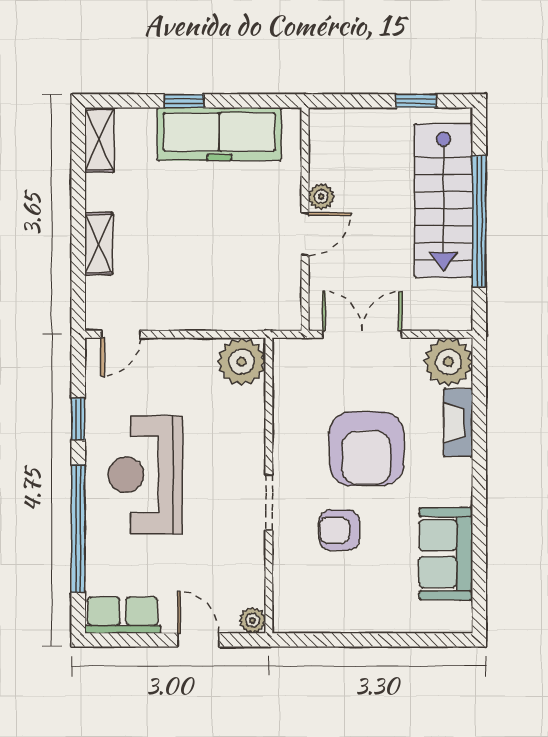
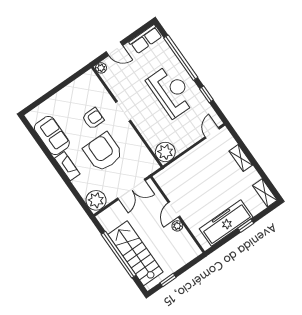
fireplace: (458, 423) -> (67, 166), moved

